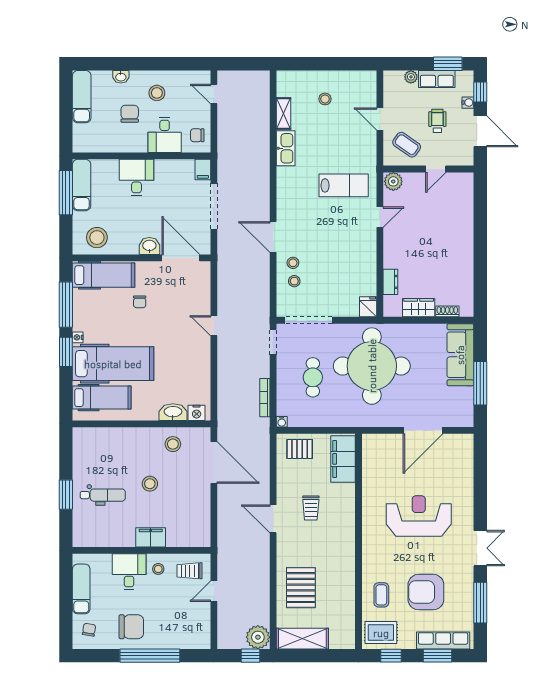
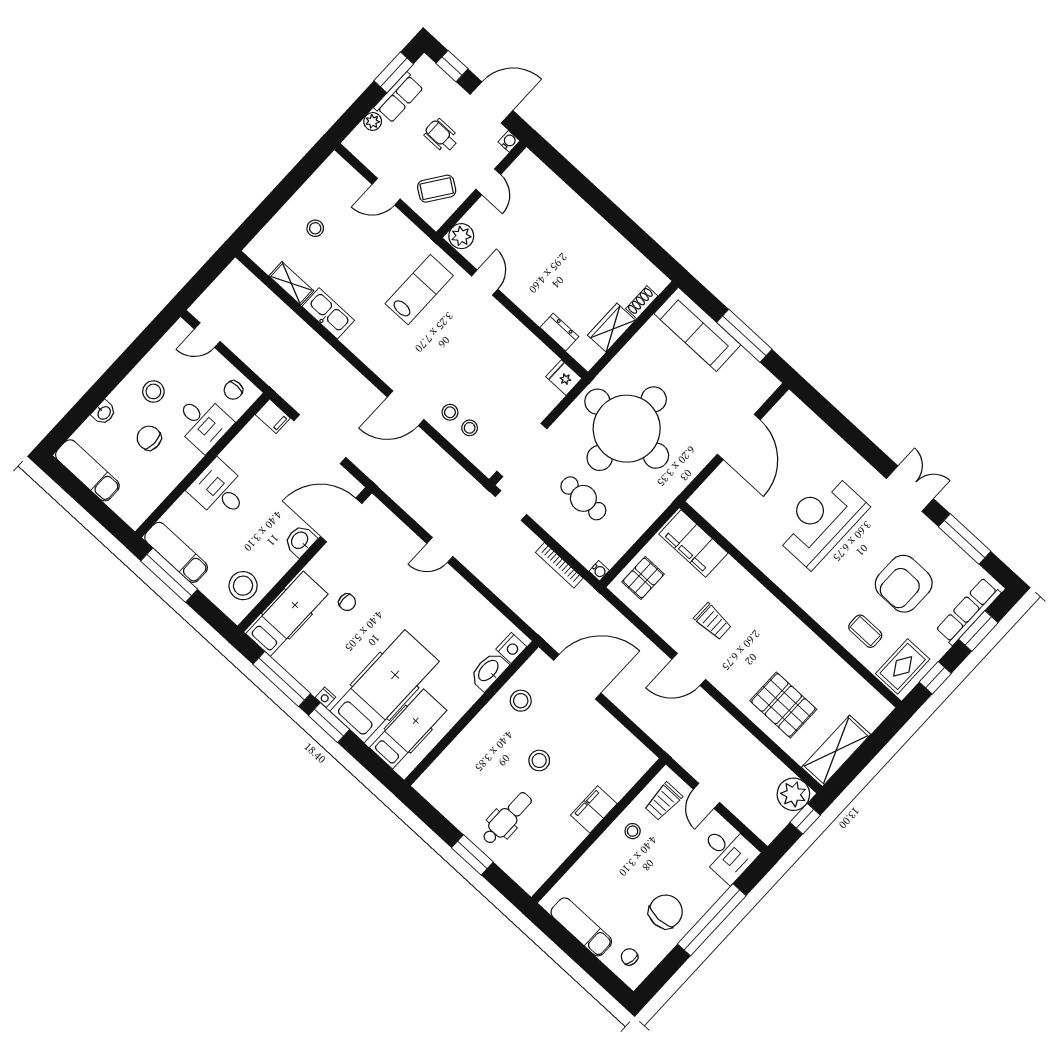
water cooler: (468, 103) -> (509, 141), moved
desk: (129, 572) -> (728, 853), moved, turned 180

